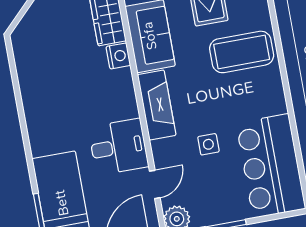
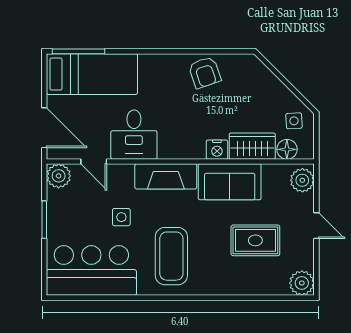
coffee table: (242, 52) -> (171, 256), moved
armchair: (39, 84) -> (205, 72), added

